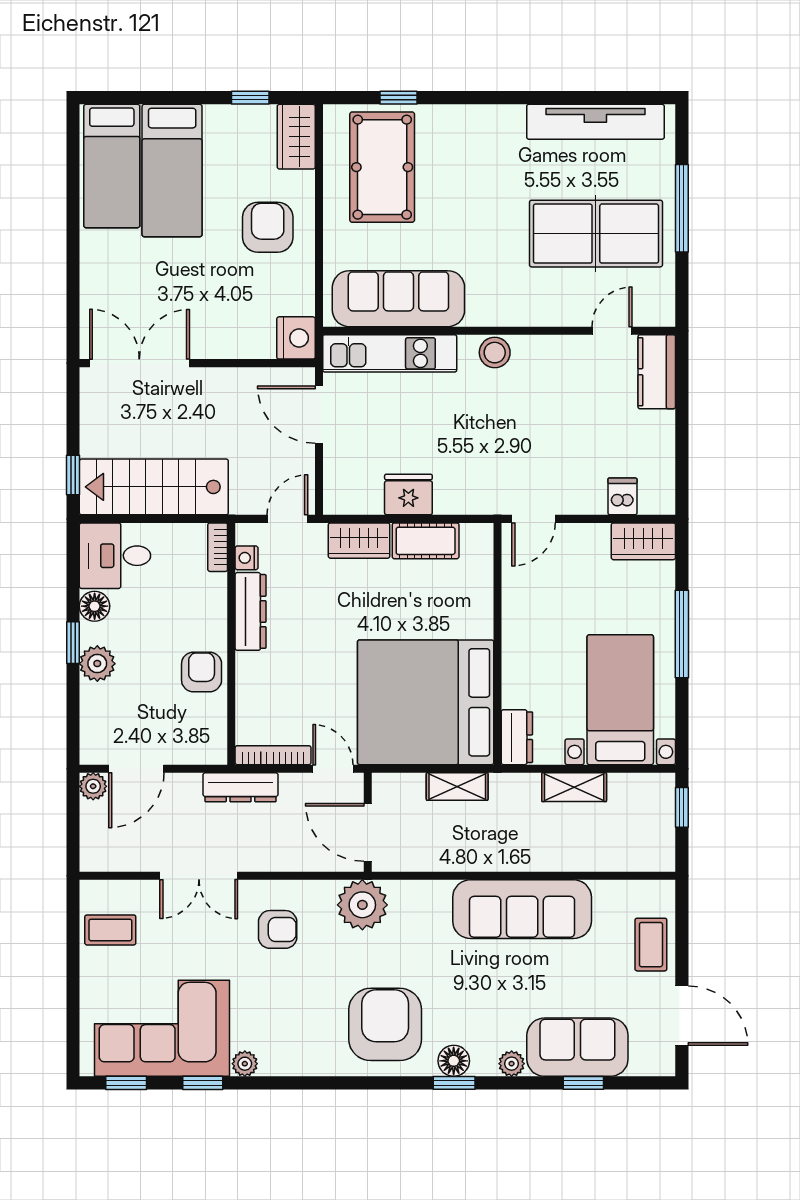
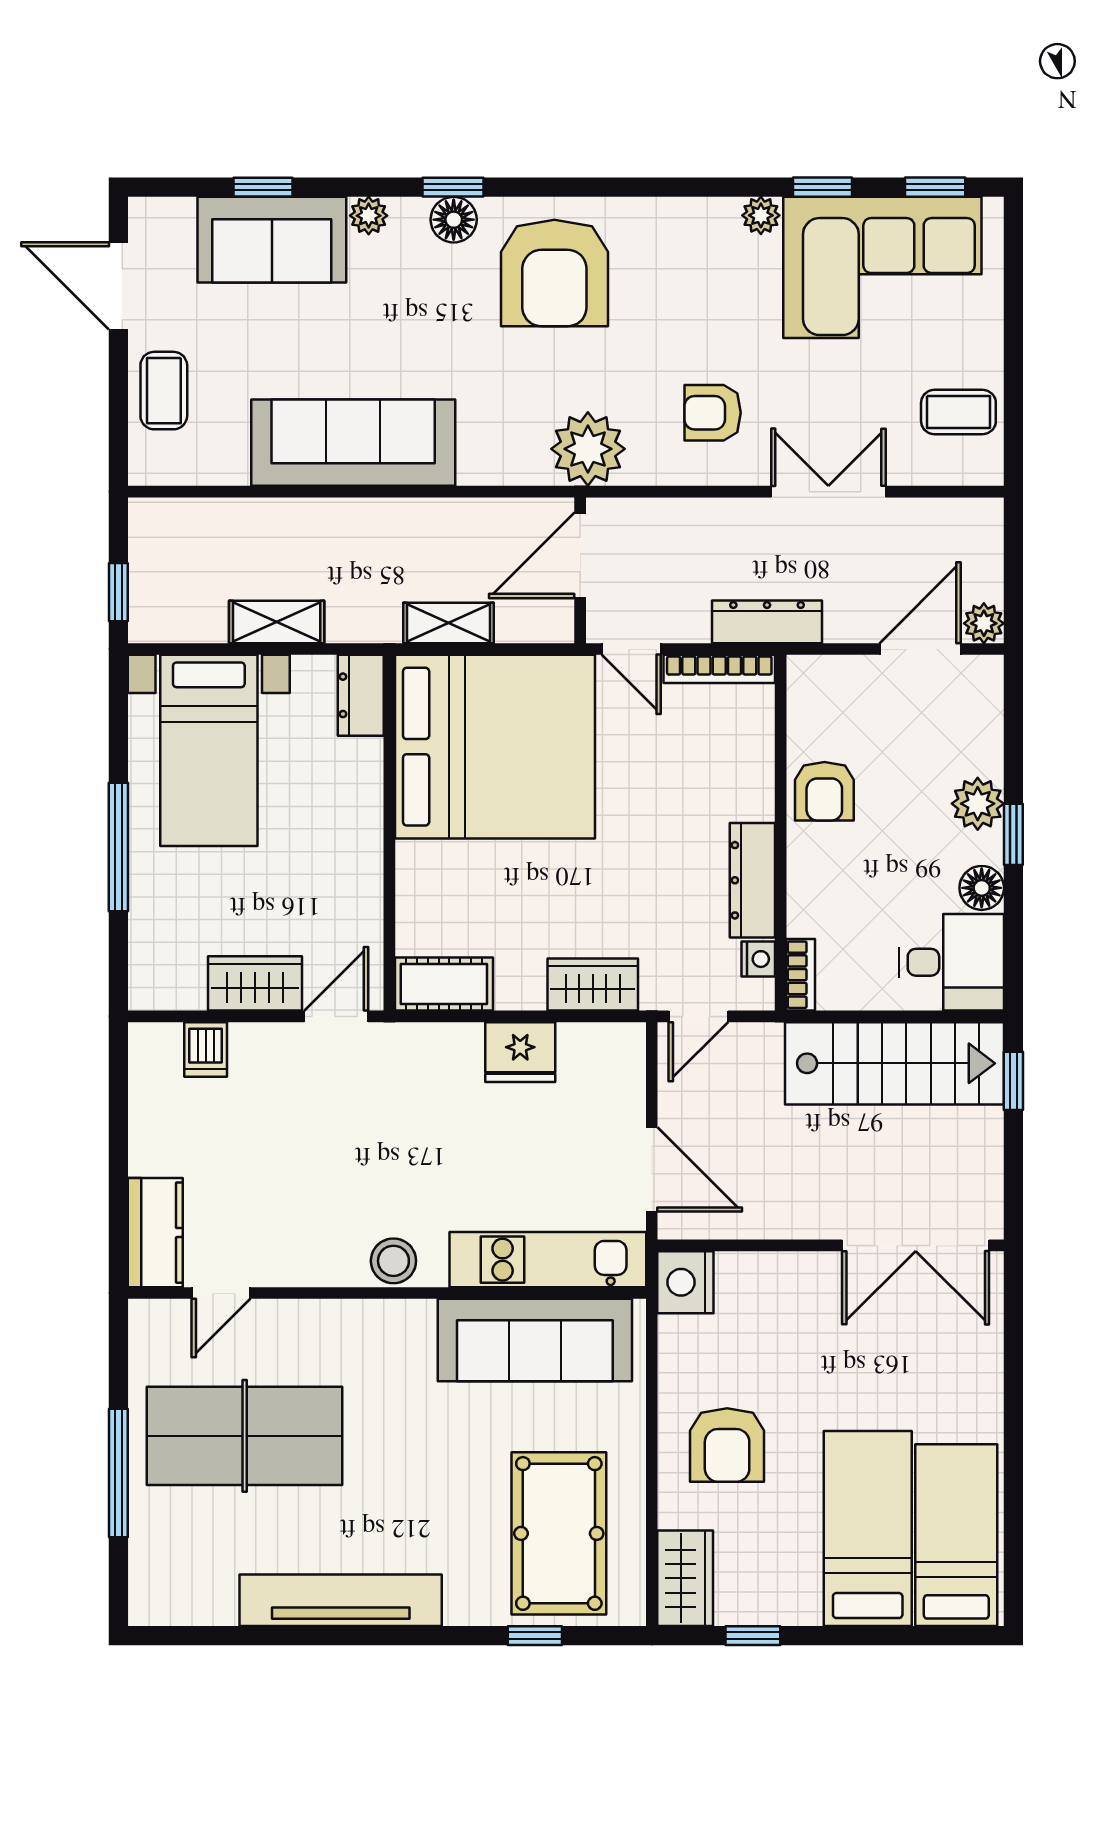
tv unit: (595, 122) -> (341, 1600), moved
cot: (426, 541) -> (444, 984), moved
wardrobe: (643, 541) -> (255, 983), moved
door: (368, 832) -> (580, 555), swing flipped

